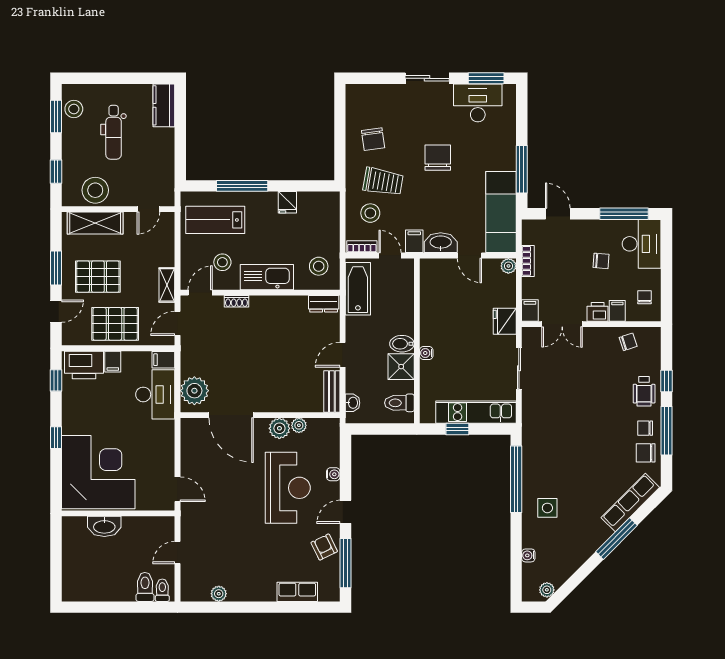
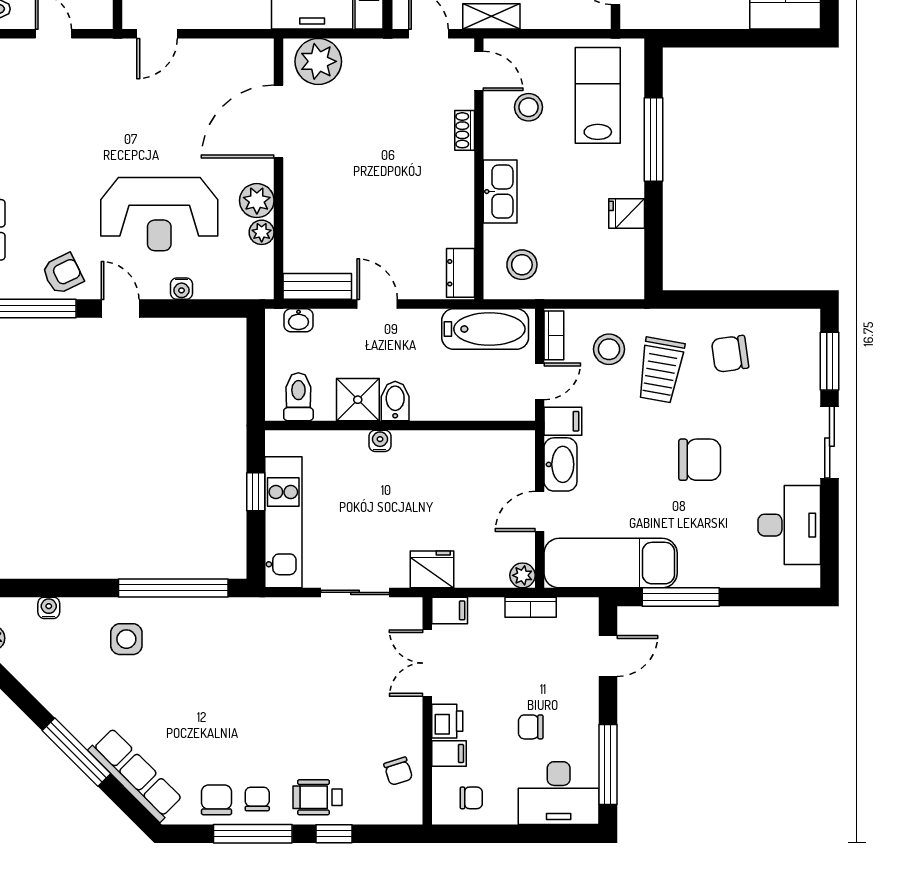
window: (486, 78) -> (830, 361), moved
chair: (601, 261) -> (531, 727), turned 86
kitchen sink: (267, 277) -> (500, 192), width x0.73, depth x0.81

